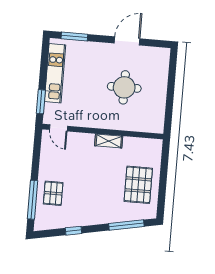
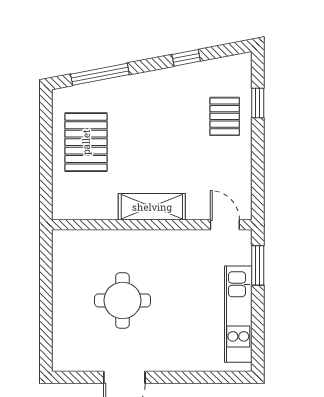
window: (74, 36) -> (212, 377), removed
shelving: (109, 141) -> (152, 207), width x1.50, depth x1.33
window: (33, 200) -> (258, 103), width x0.46

